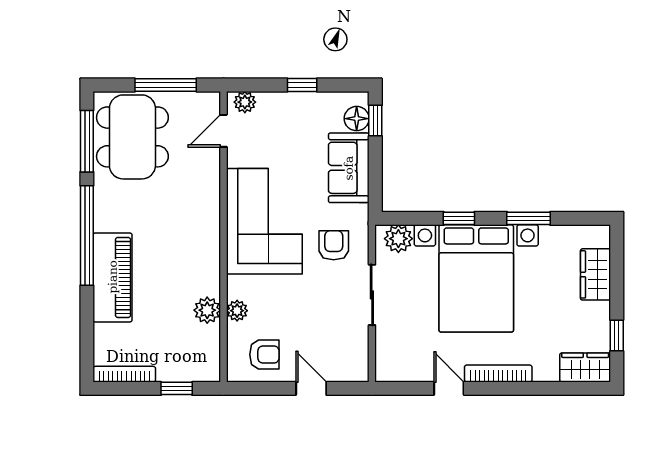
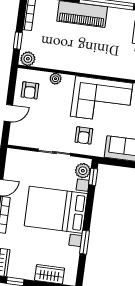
window: (459, 218) -> (93, 177), moved
armchair: (334, 245) -> (84, 135), turned 90
plant: (207, 310) -> (28, 59), moved

